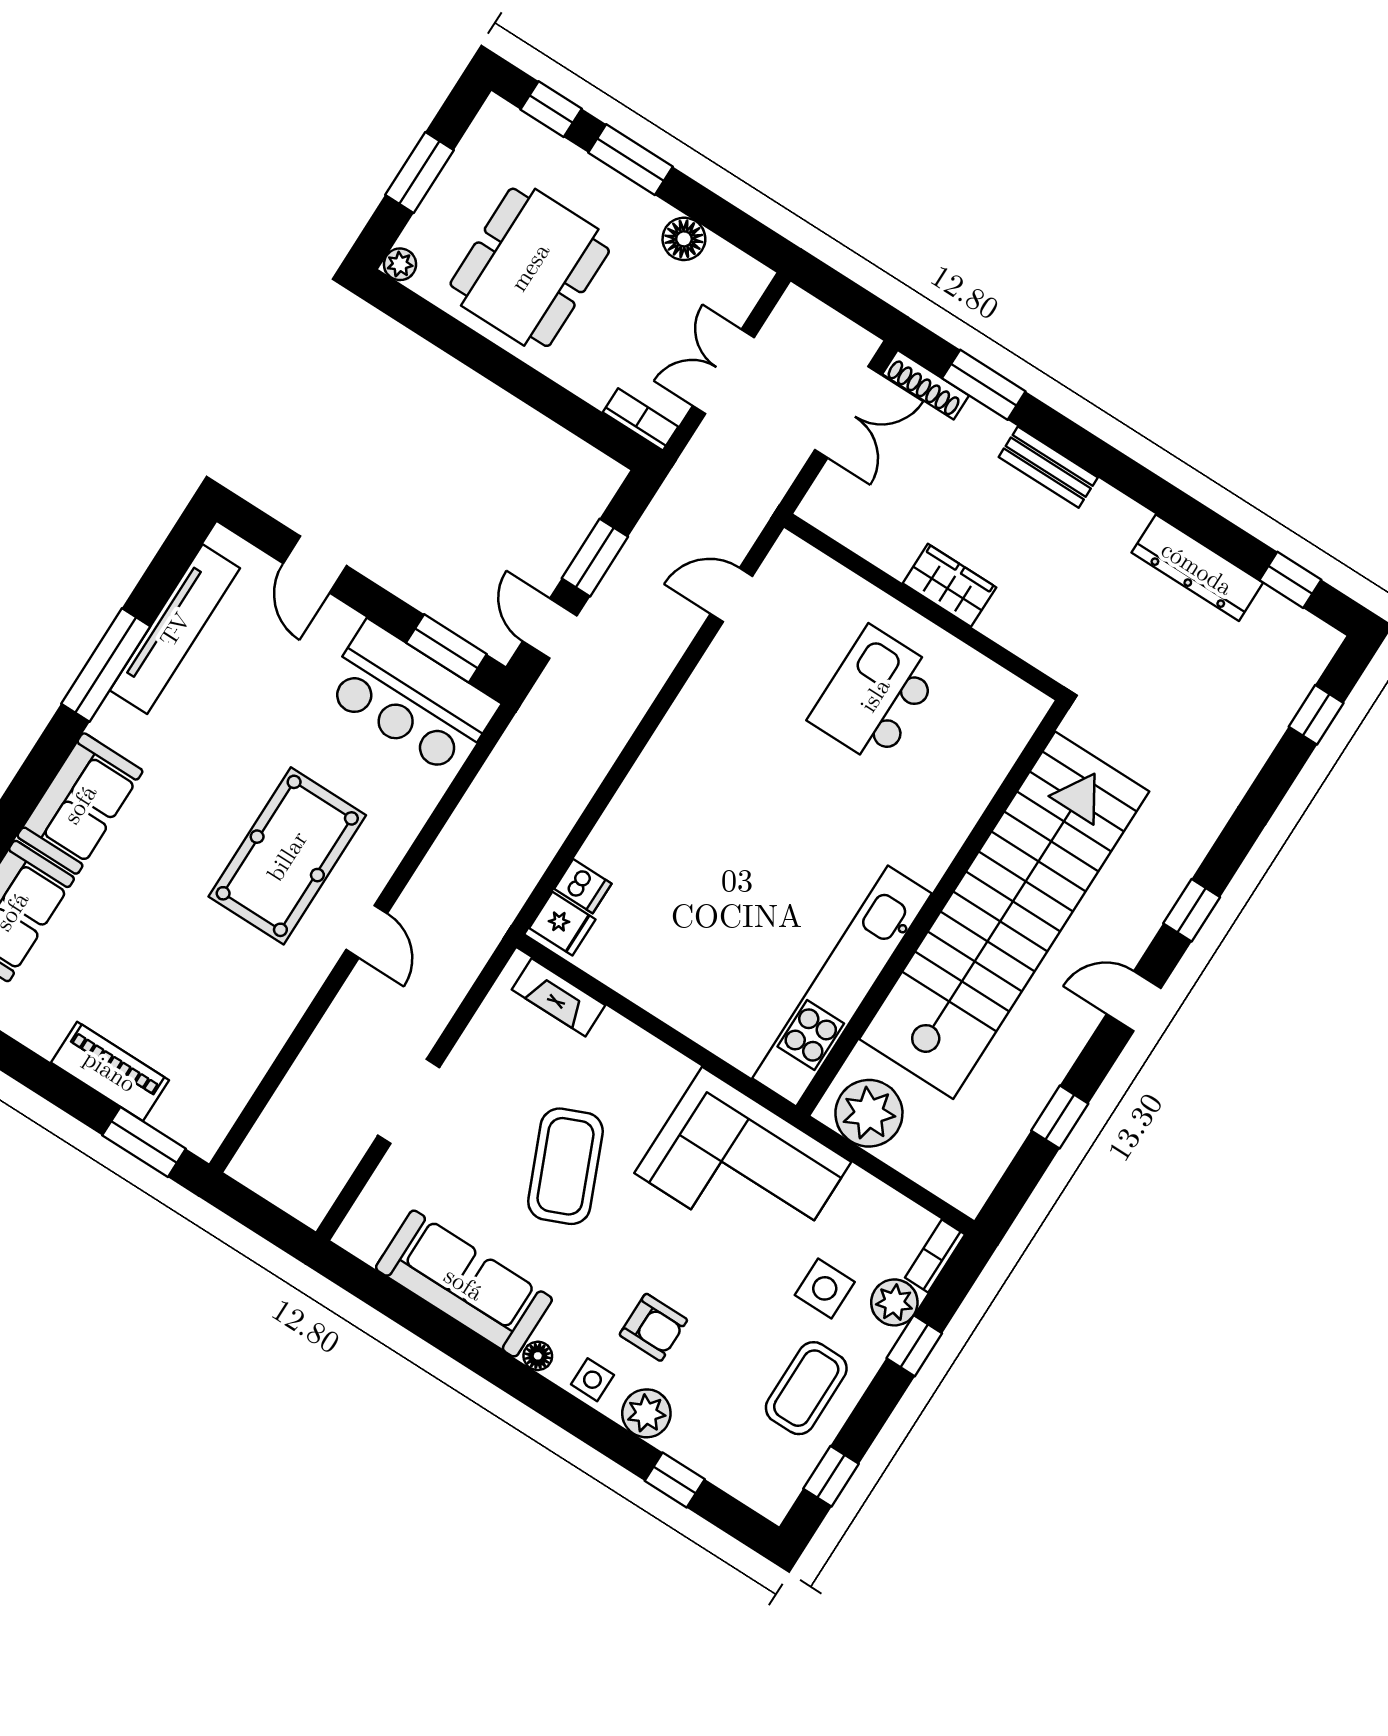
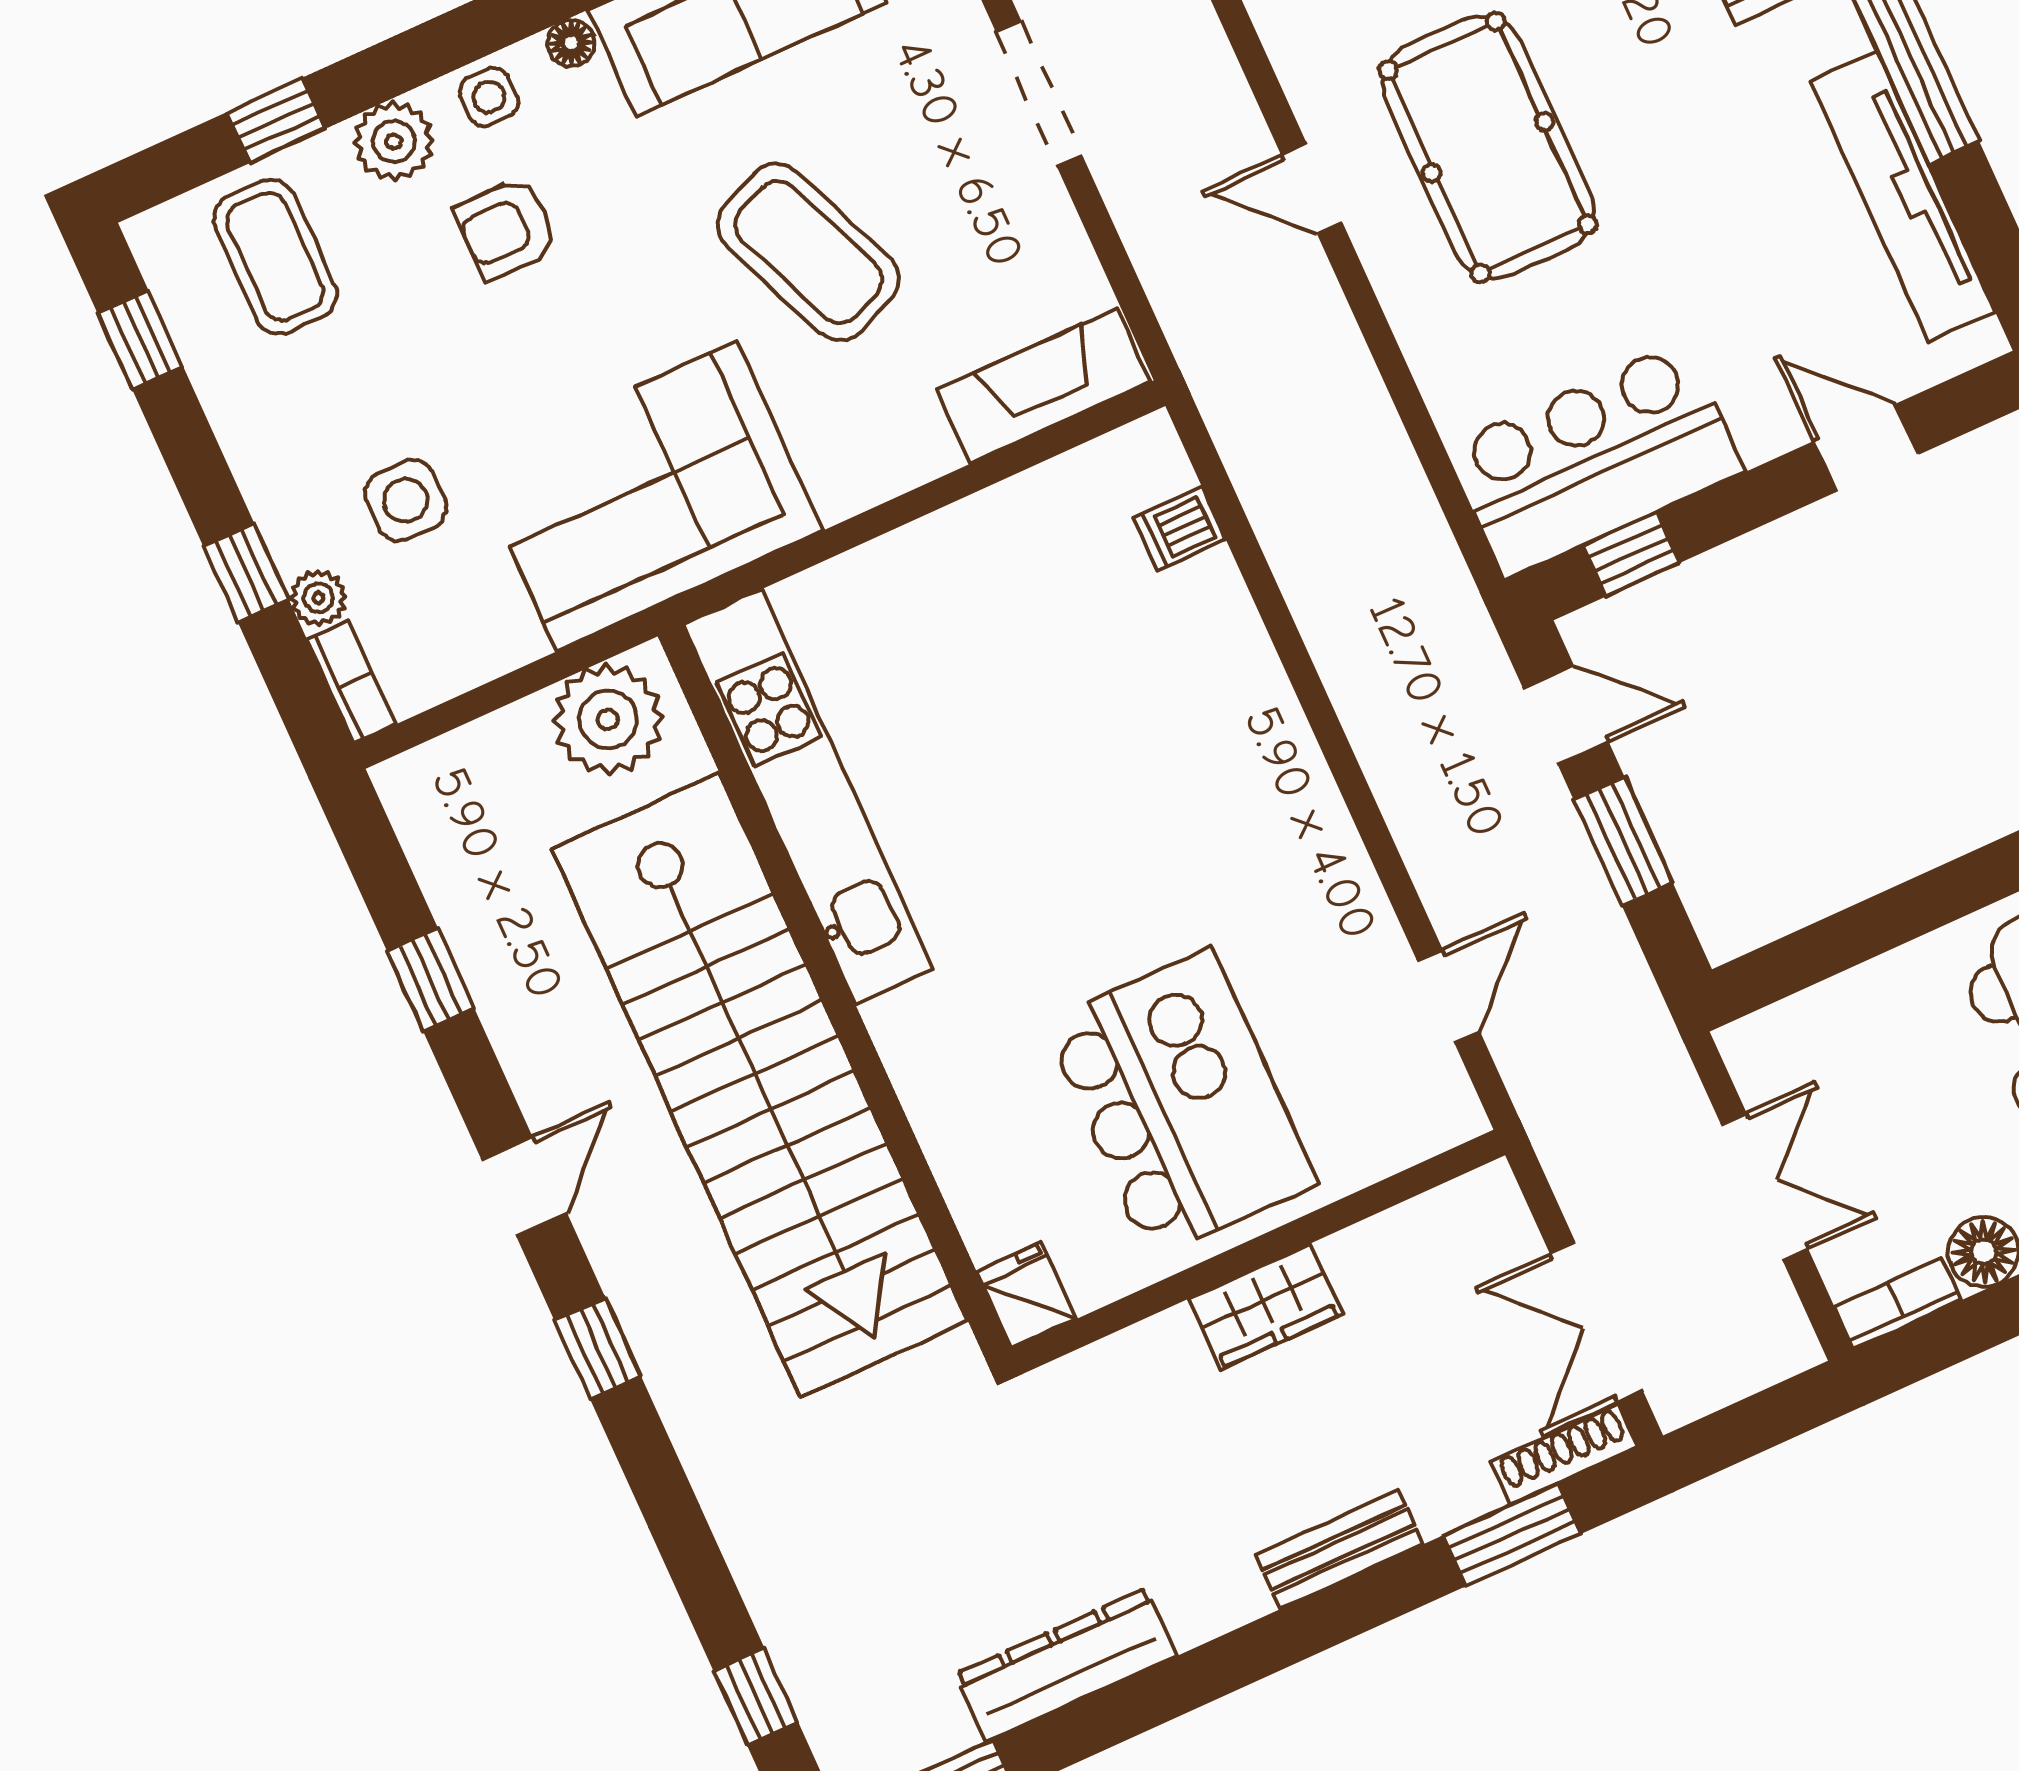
bookcase: (640, 419) -> (1898, 1303), moved, turned 180
window: (446, 648) -> (1631, 554), width x0.67
kitchen island: (875, 695) -> (1180, 1104), width x1.37, depth x1.28
fridge: (562, 924) -> (1026, 1295), moved, turned 90
fireplace: (559, 997) -> (1044, 386), width x1.37, depth x1.32
plant: (894, 1302) -> (318, 598), width x0.73, depth x0.73
coffee table: (806, 1388) -> (275, 257), moved

